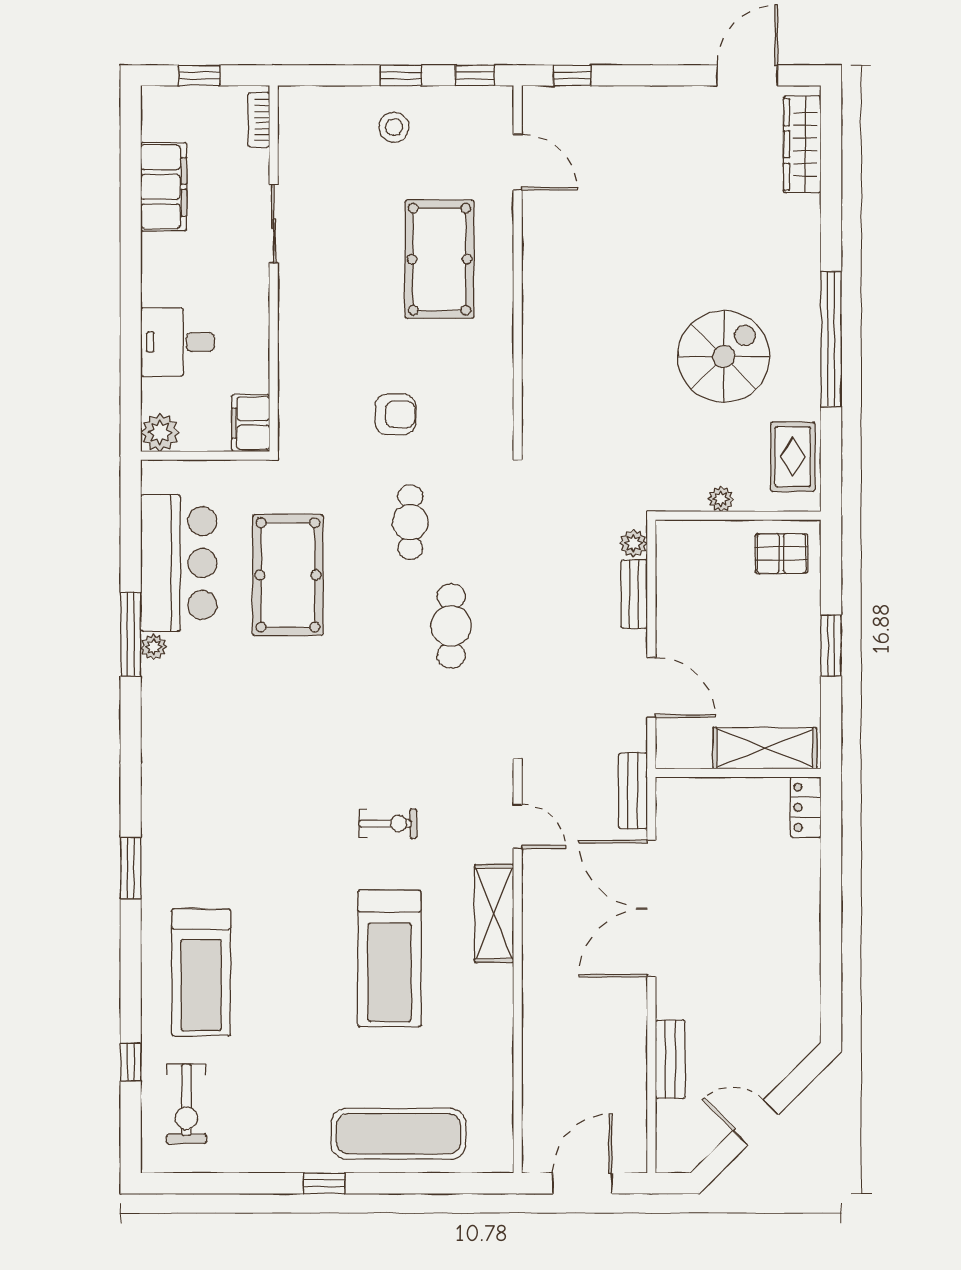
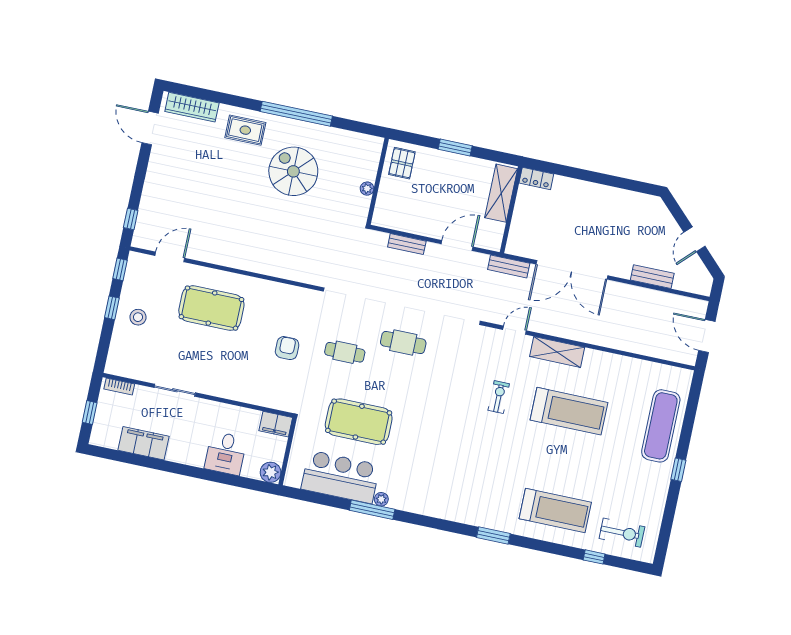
rug: (793, 457) -> (245, 130), moved
plant: (633, 543) -> (380, 239), removed

